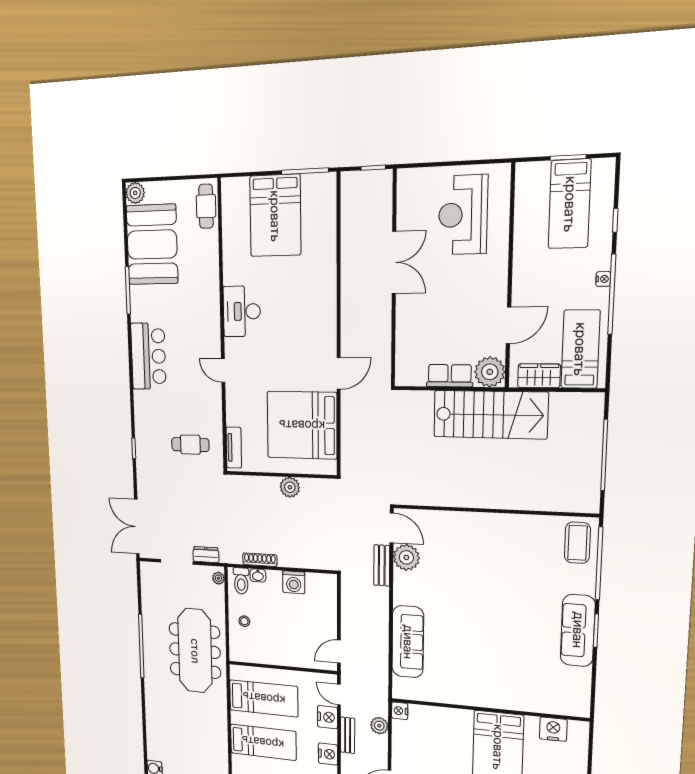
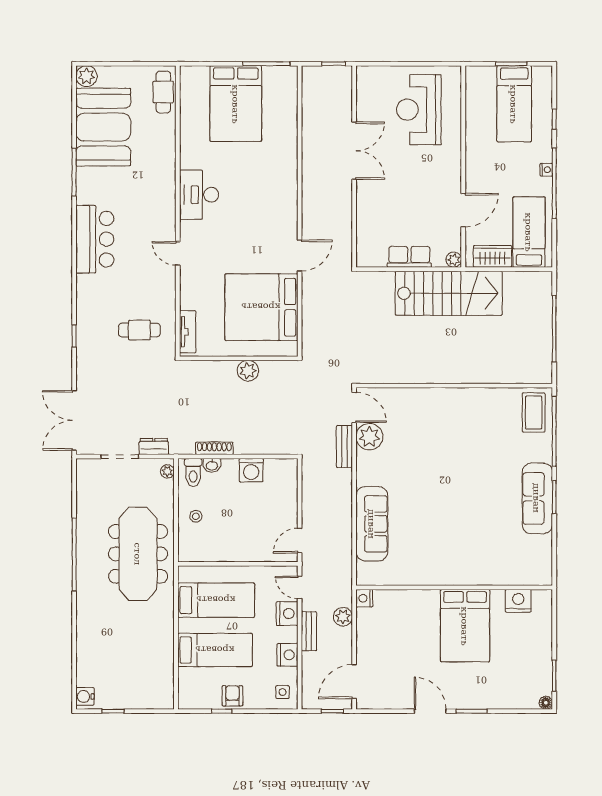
plant: (490, 372) -> (454, 260), width x0.53, depth x0.53

